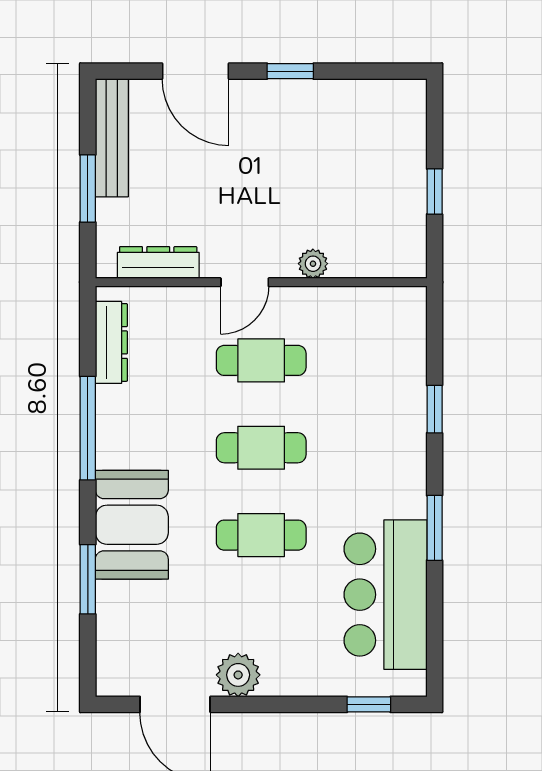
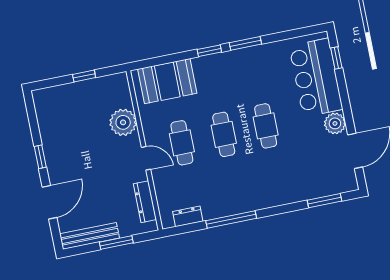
plant: (313, 264) -> (123, 122), width x1.88, depth x1.88
dresser: (111, 342) -> (188, 216), width x0.70
window: (435, 409) -> (209, 51), moved
booth: (132, 525) -> (167, 81), moved
window: (88, 579) -> (325, 201), moved
bar counter: (386, 595) -> (316, 78), moved, turned 90

